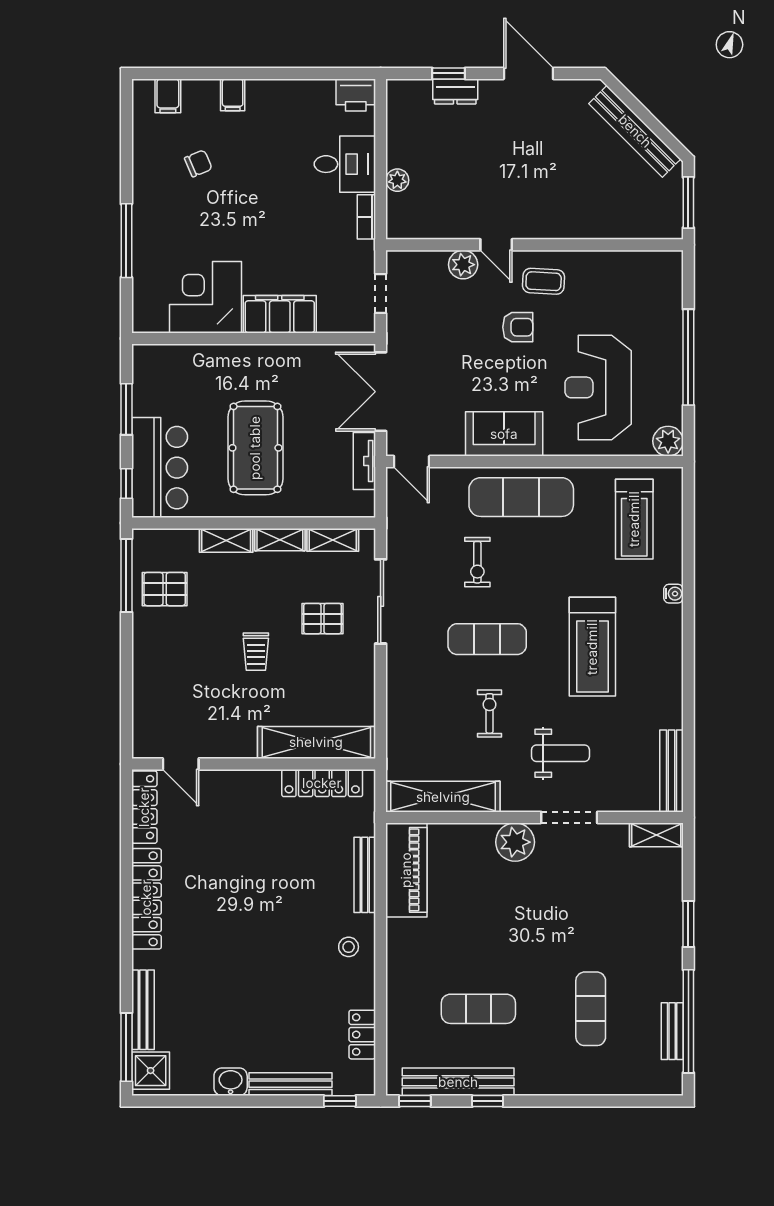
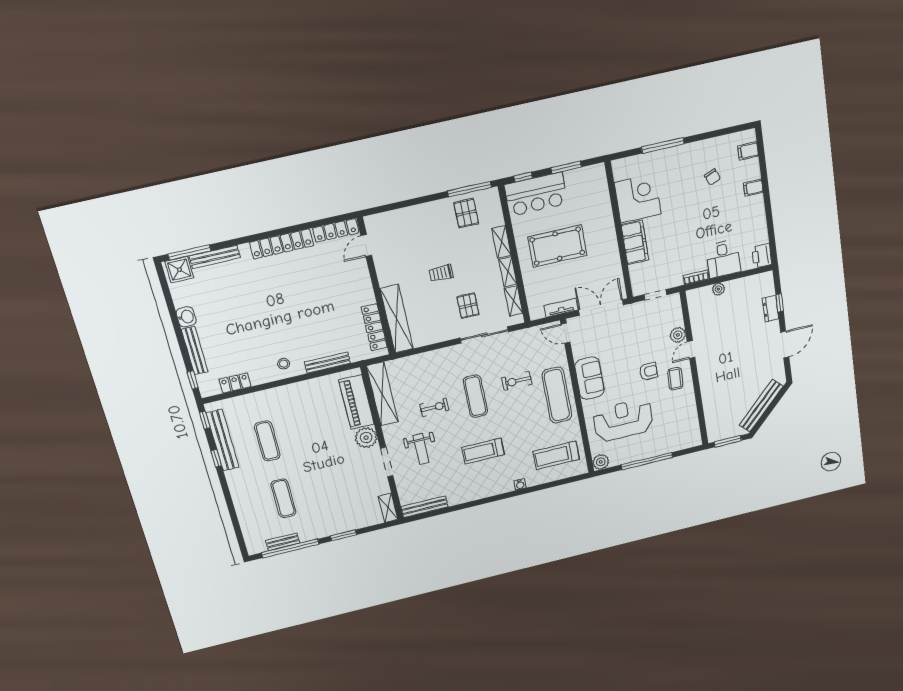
armchair: (518, 327) -> (649, 371), turned -90
door: (412, 462) -> (565, 333), hinge flipped
treadmill: (592, 647) -> (483, 451), width x0.73, depth x0.73
piano: (406, 870) -> (356, 402), moved, turned 90
exercise mat: (591, 1009) -> (283, 498), turned 90

